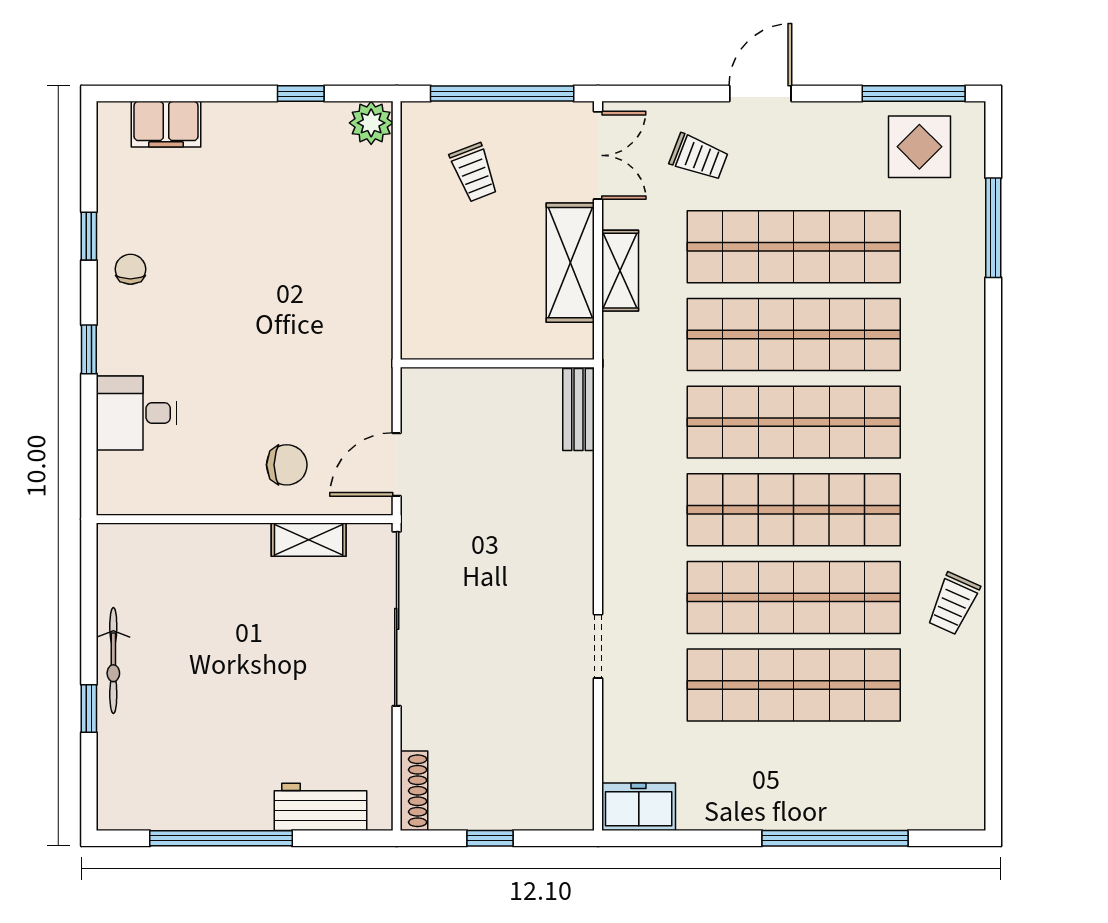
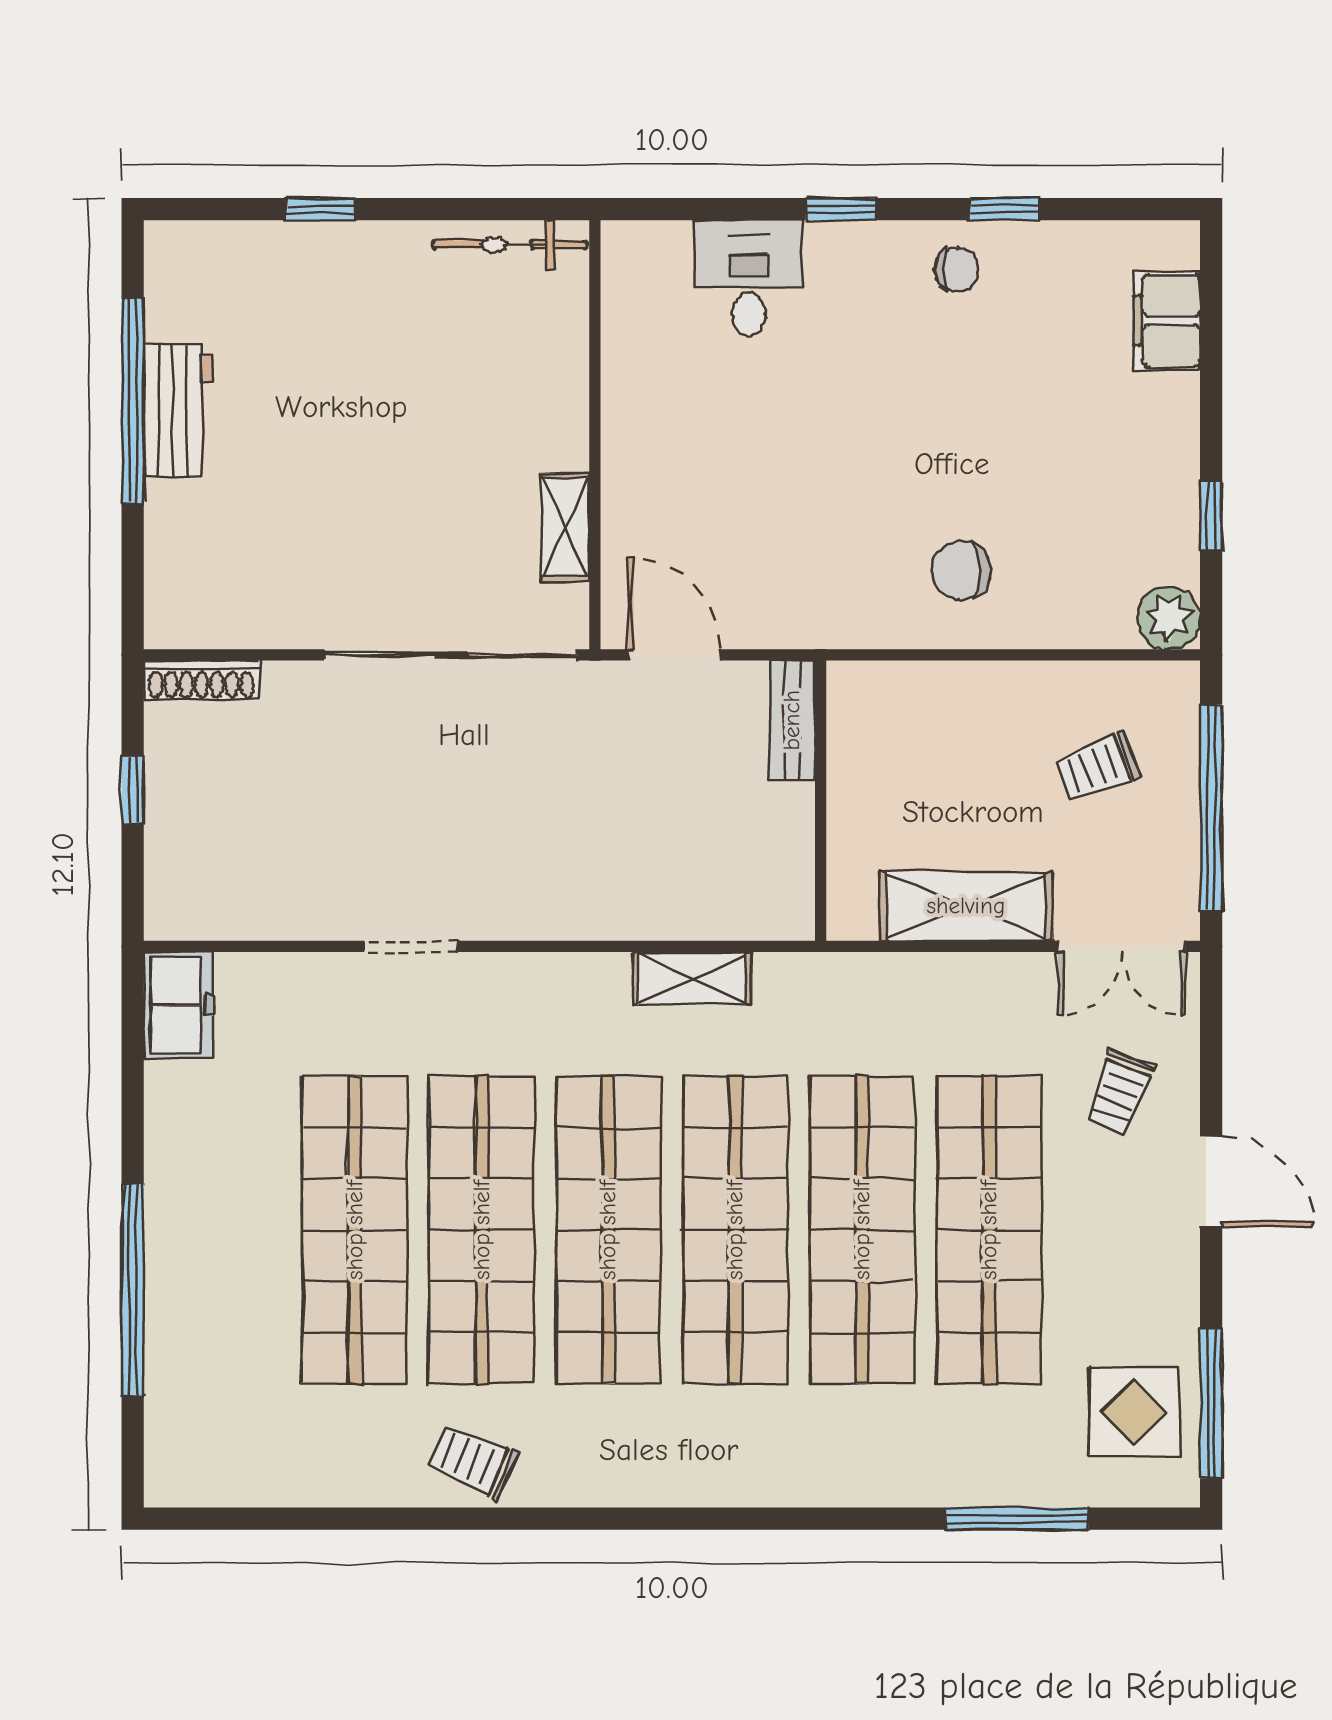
shelving: (620, 271) -> (692, 978), moved
bench: (579, 410) -> (792, 720), moved, turned 90
chair: (287, 465) -> (961, 570), moved, turned 90
bicycle: (113, 660) -> (510, 244), moved
workbench: (321, 807) -> (178, 410), moved

